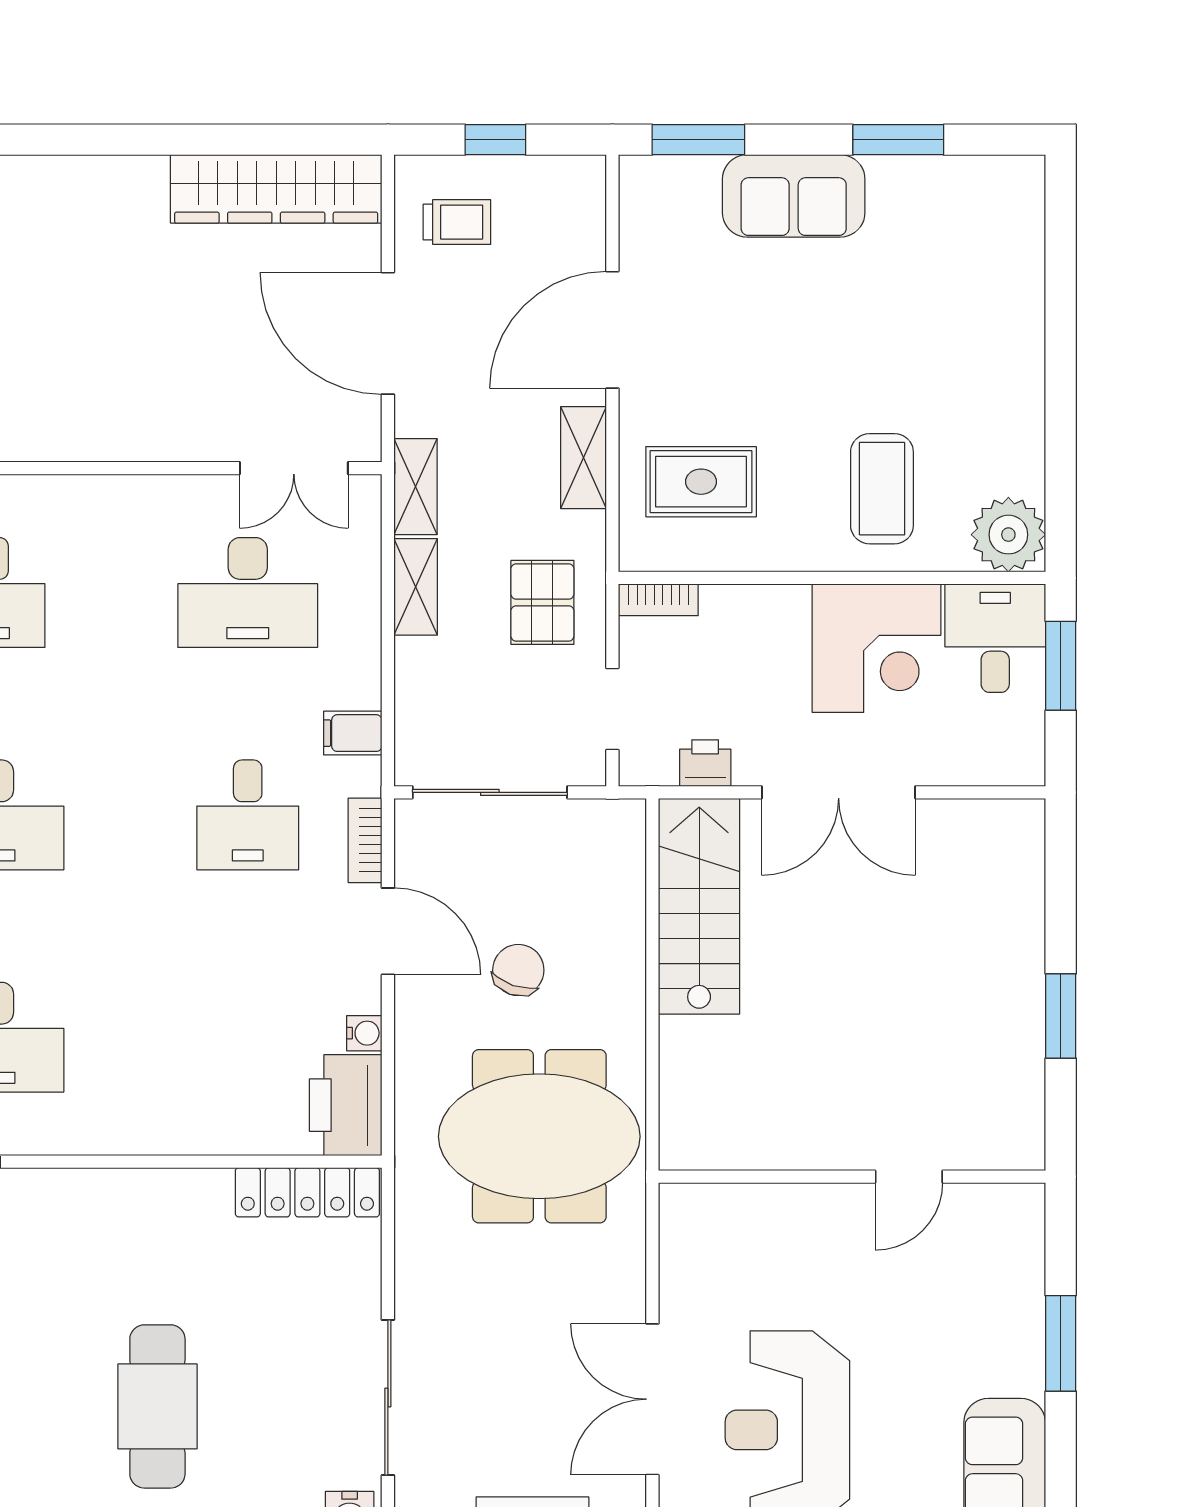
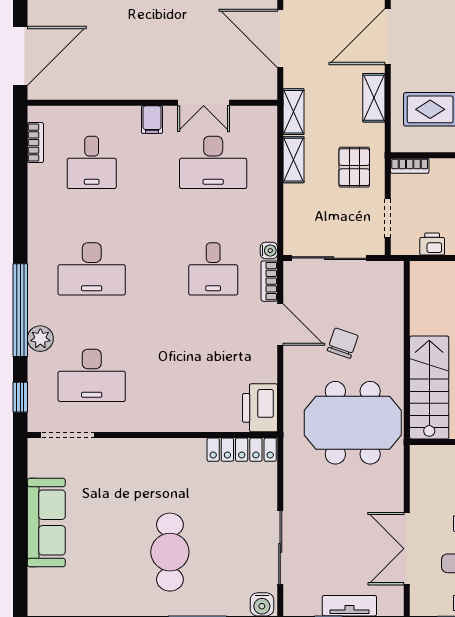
double door: (294, 468) -> (204, 103), moved
filing cabinet: (353, 733) -> (152, 120), moved, turned -90
stairs: (699, 906) -> (429, 388), moved
water cooler: (364, 1033) -> (269, 251), moved

